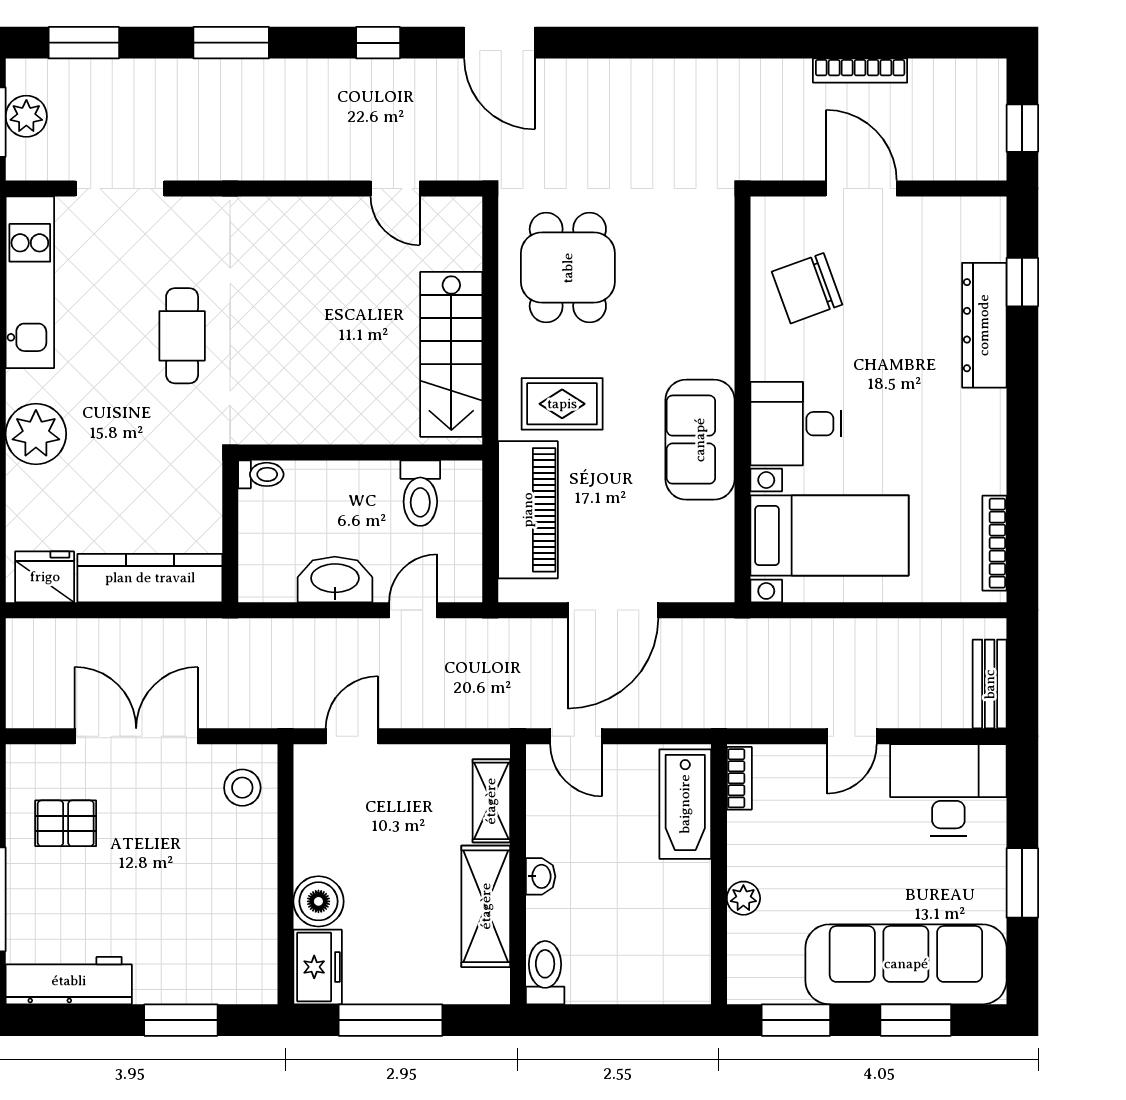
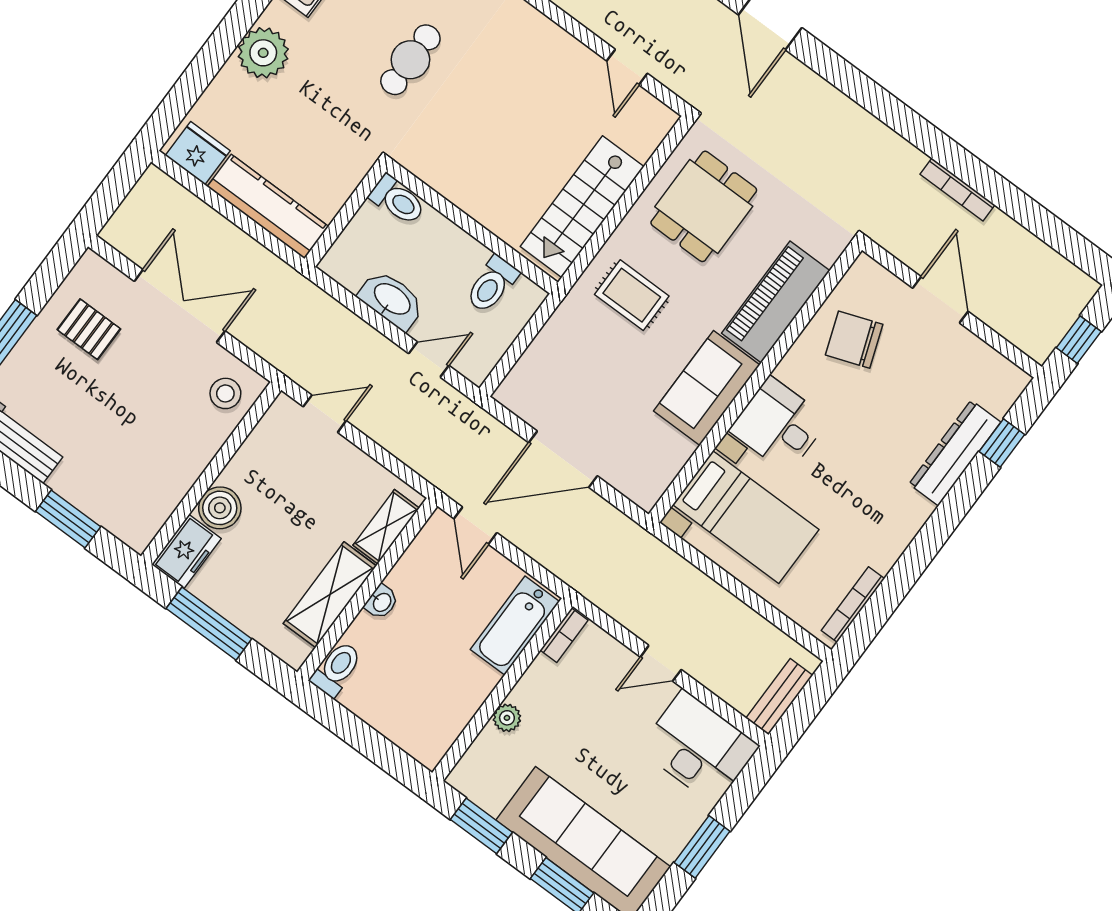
bookcase: (860, 71) -> (958, 190), moved
toilet: (261, 474) -> (397, 200), width x1.37, depth x1.39
piano: (528, 510) -> (776, 302), moved, turned 180

